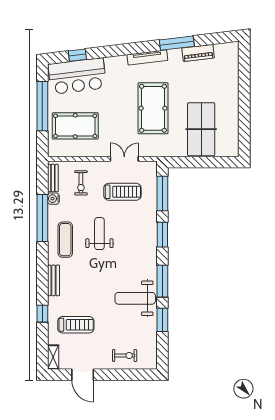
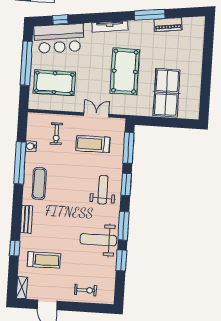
tv unit: (147, 58) -> (110, 26), moved
bench: (53, 178) -> (32, 128), removed
treadmill: (122, 192) -> (93, 144), turned 180
weight bench: (99, 234) -> (103, 190), moved

